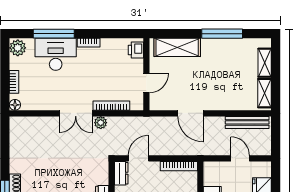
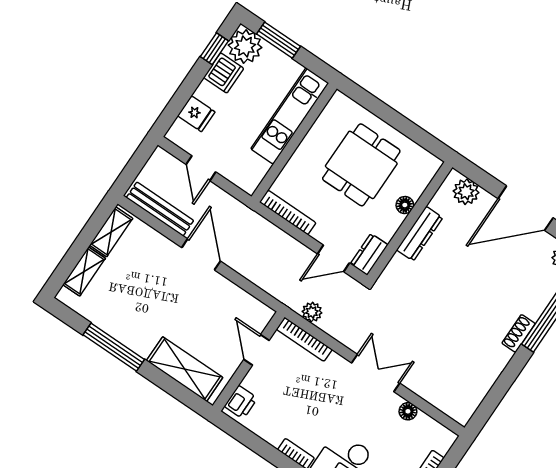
door: (146, 83) -> (257, 350), hinge flipped
floor lamp: (15, 105) -> (408, 411), moved
bookcase: (111, 106) -> (304, 339), moved
door: (190, 113) -> (201, 254), moved
plant: (101, 123) -> (312, 312), moved

